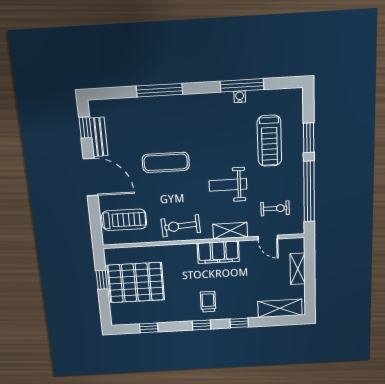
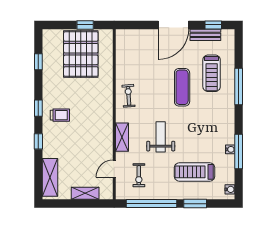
water cooler: (290, 94) -> (230, 189), added
treadmill: (124, 220) -> (212, 73), moved
exercise bike: (181, 226) -> (129, 96), width x0.73, depth x0.72
filing cabinet: (218, 252) -> (104, 126), removed

